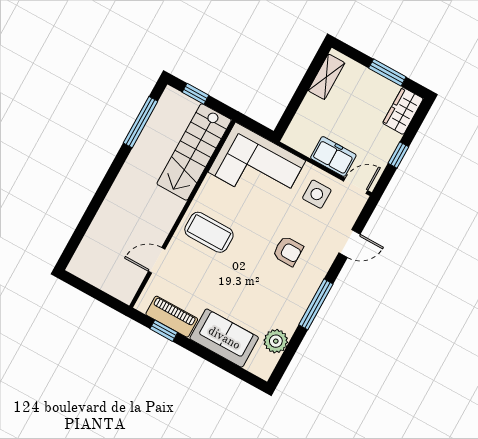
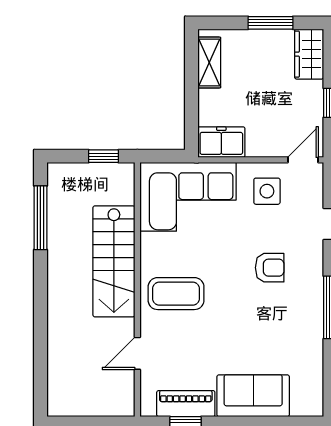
window: (195, 94) -> (103, 156), moved
stairs: (194, 152) -> (114, 261), moved
freezer: (333, 156) -> (221, 142), moved
plant: (276, 341) -> (309, 369), removed

